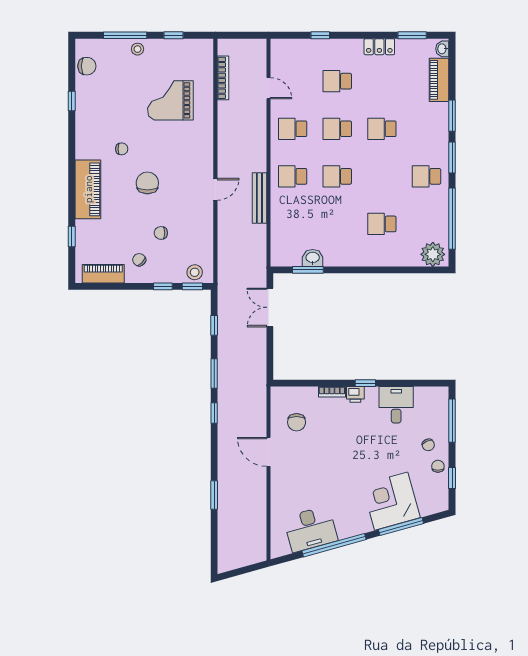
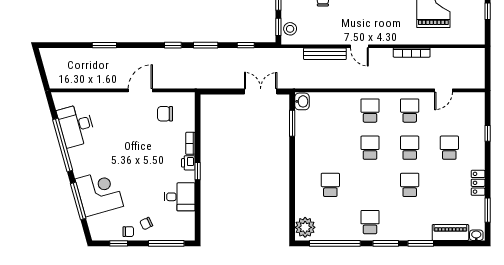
bookcase: (223, 78) -> (412, 53), moved
bench: (259, 198) -> (325, 54), moved
washbasin: (313, 258) -> (302, 101), moved

